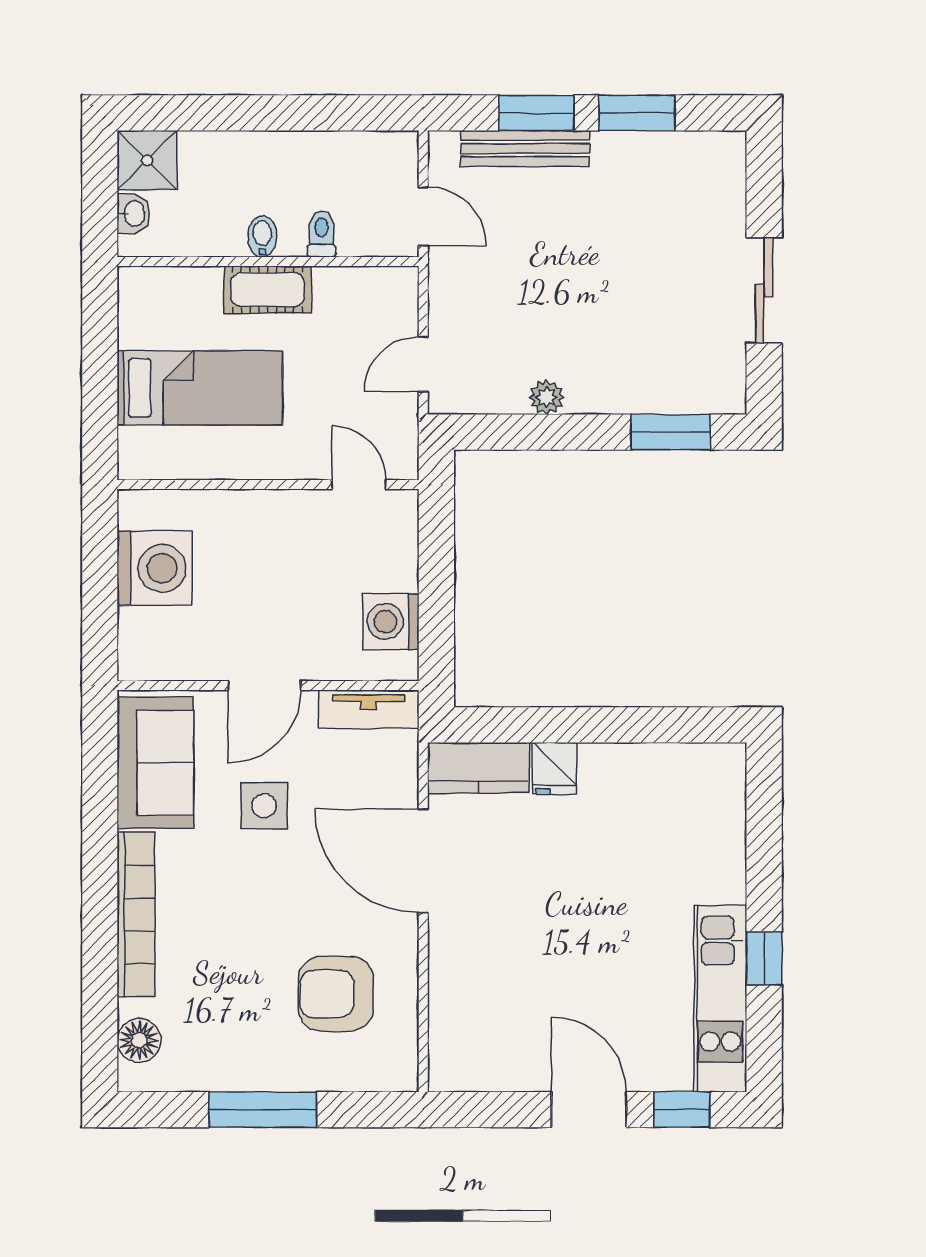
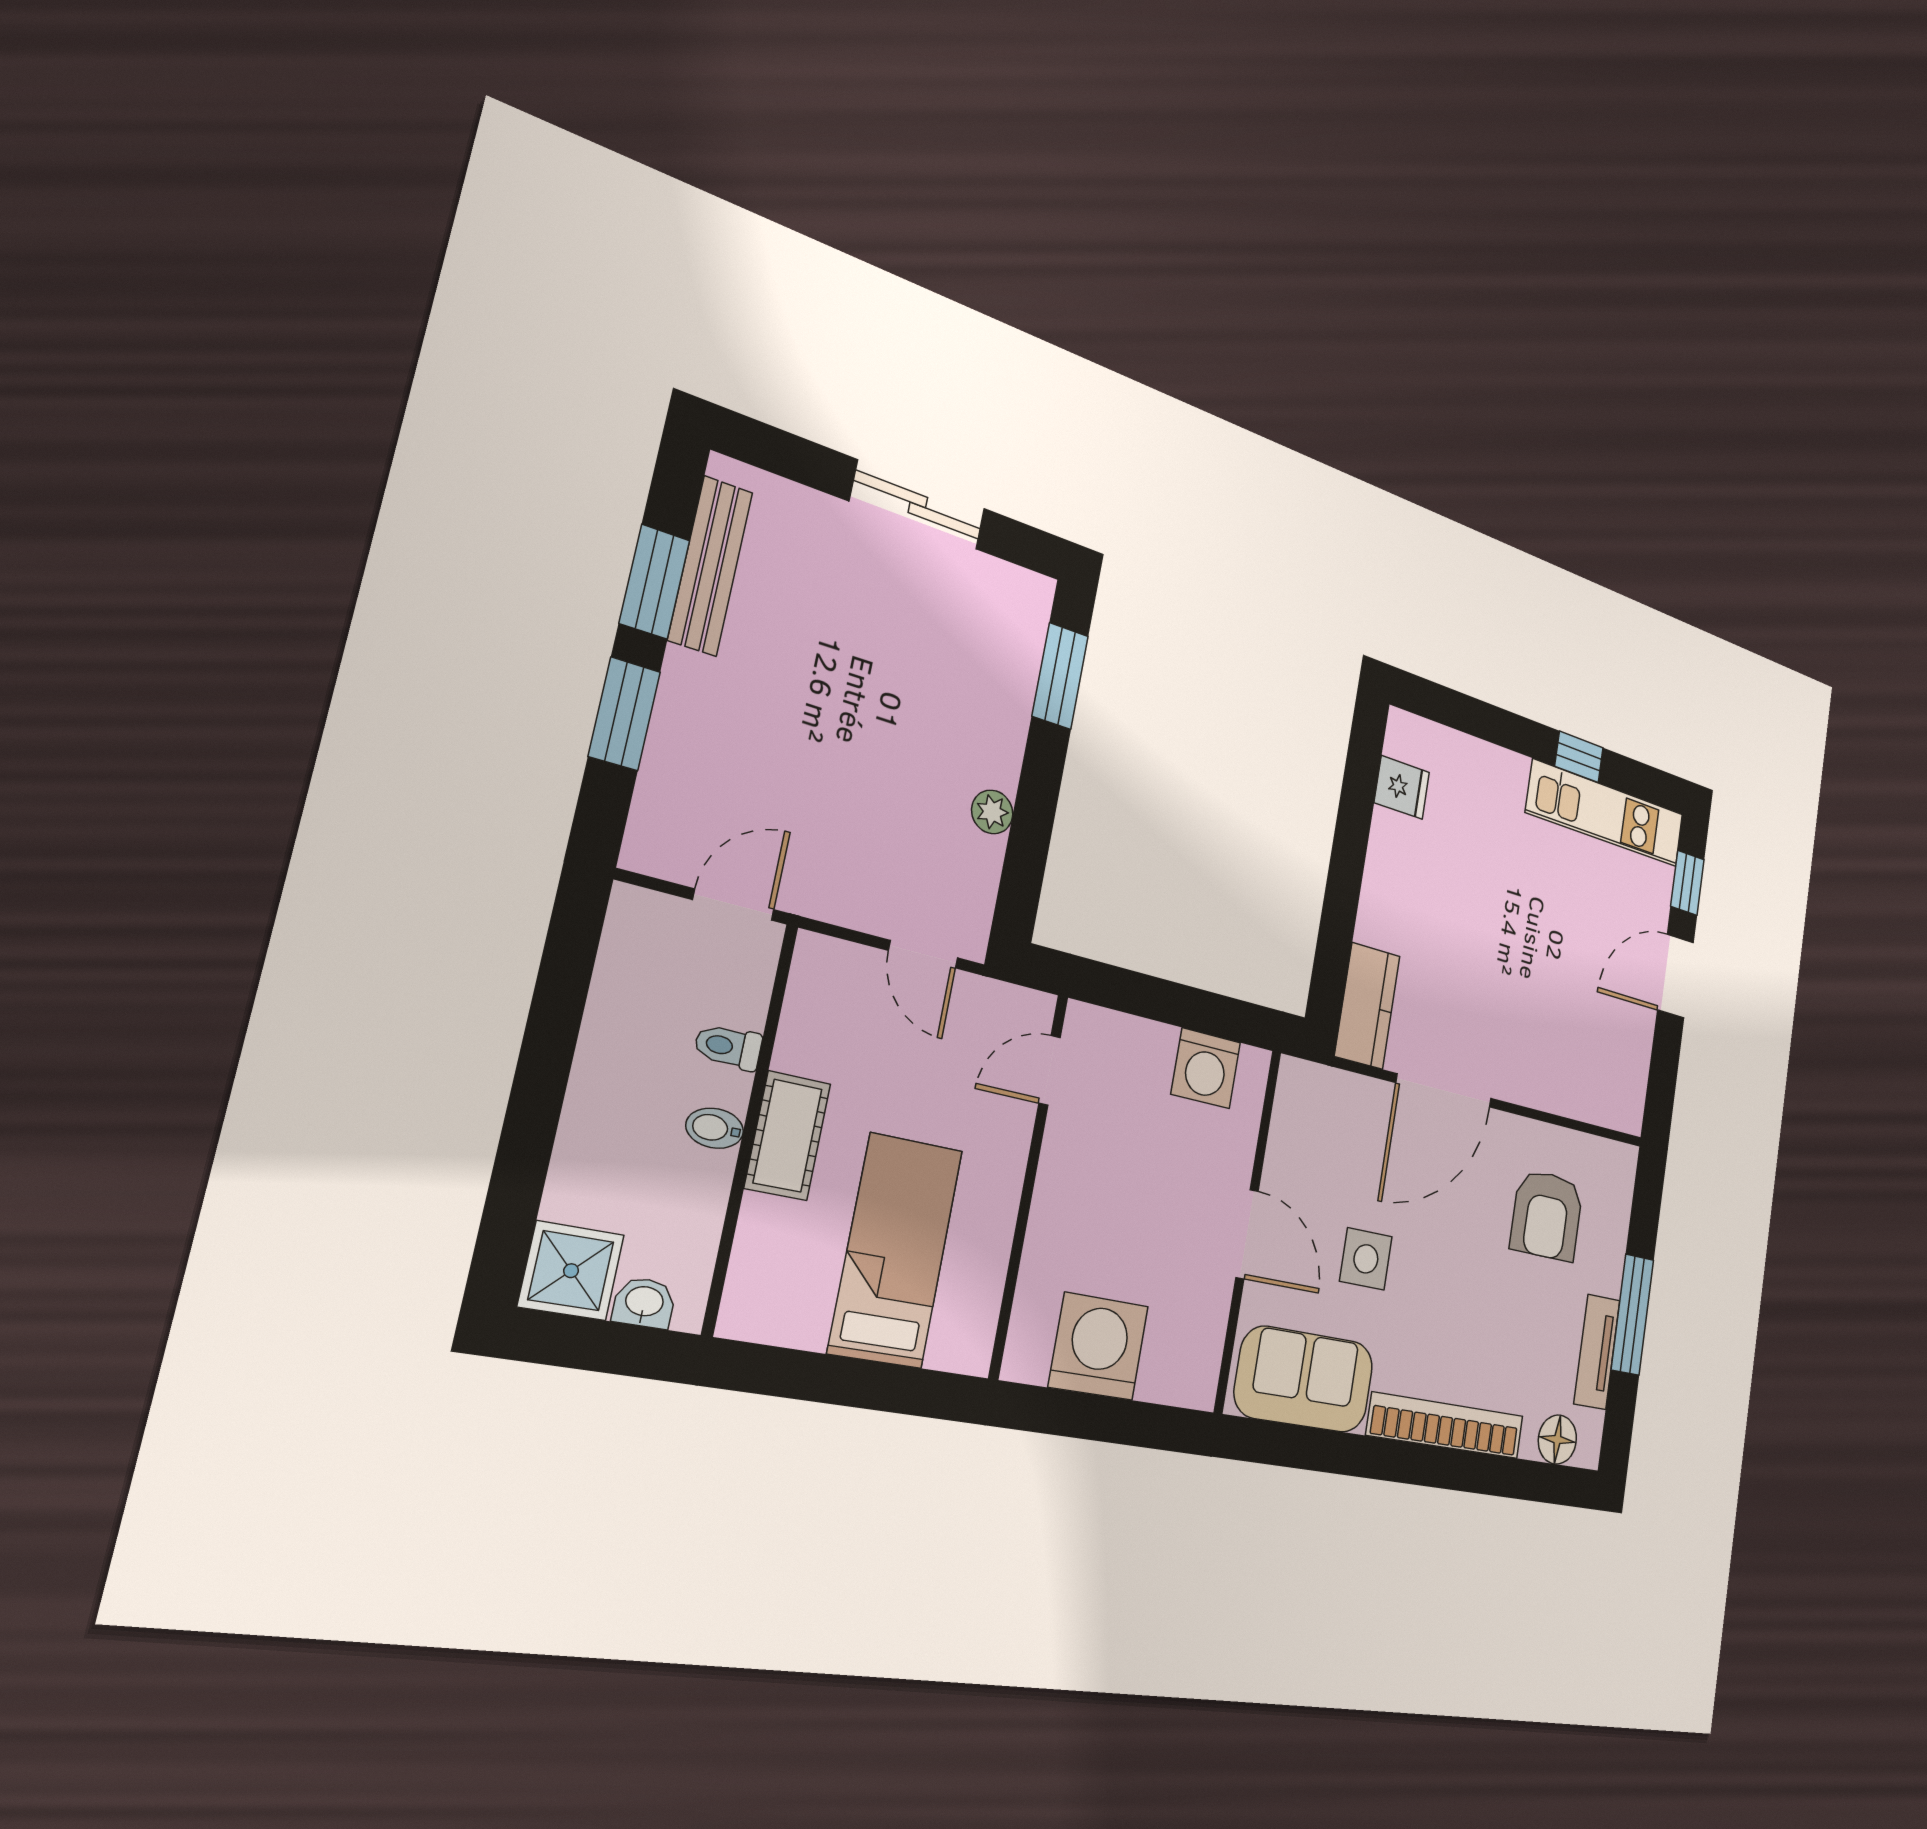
bench: (525, 148) -> (710, 566), moved
tv unit: (369, 709) -> (1597, 1352), moved, turned 180
fridge: (555, 769) -> (1402, 787), moved

